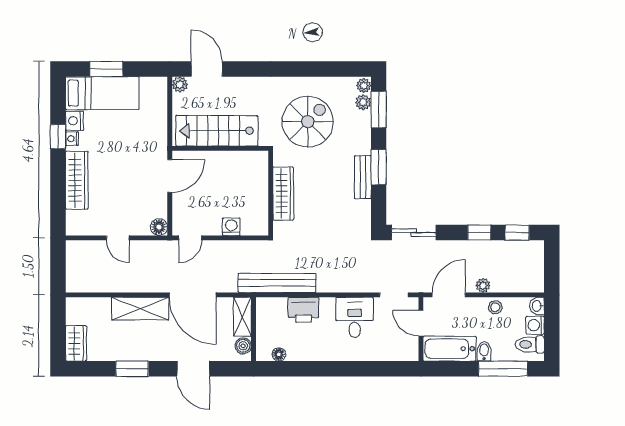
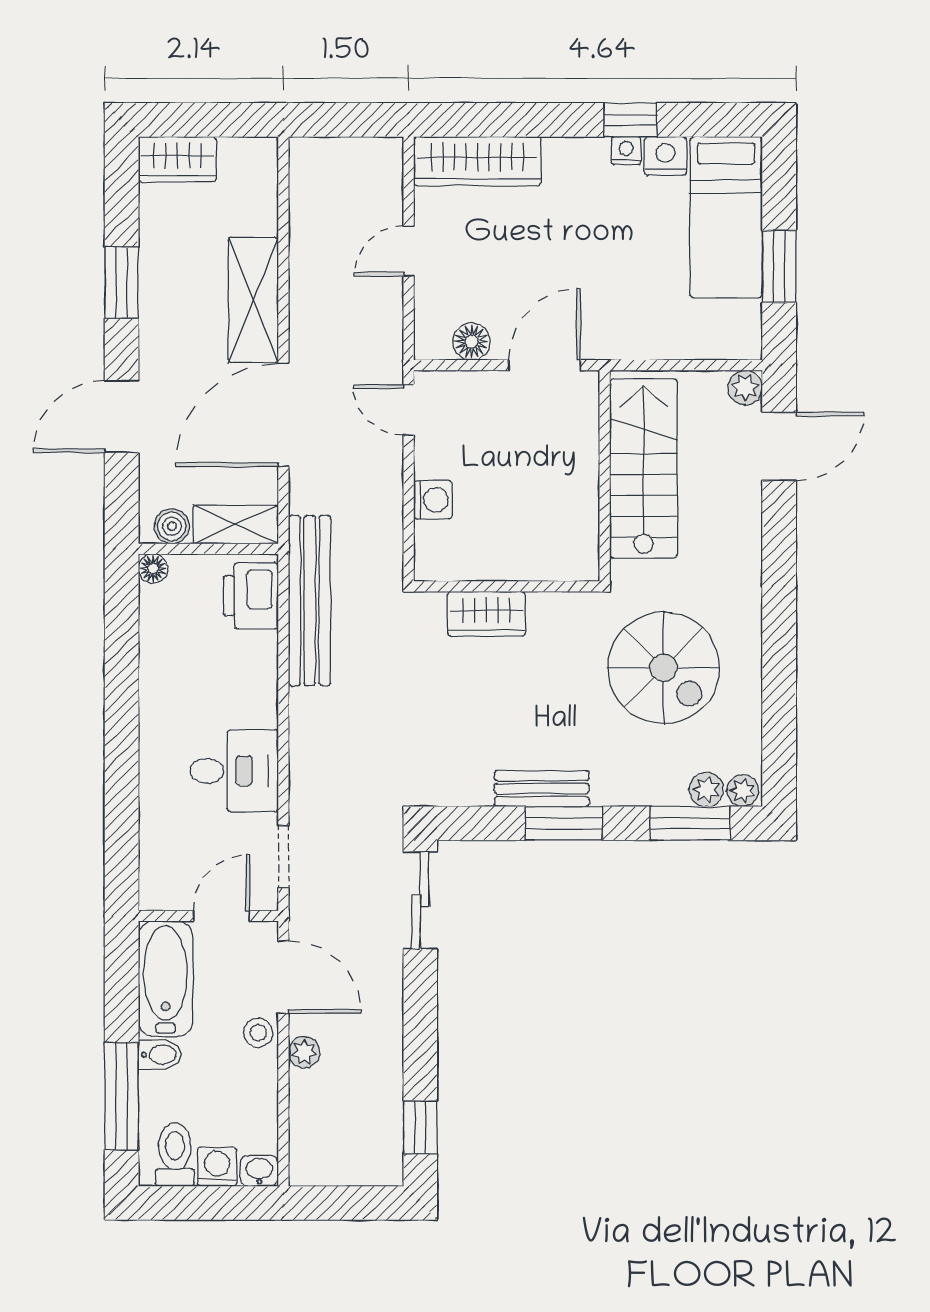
window: (106, 69) -> (779, 266), moved
door: (170, 176) -> (545, 365), swing flipped
wardrobe: (77, 180) -> (477, 161), moved
wardrobe: (283, 194) -> (486, 614), width x0.67
floor lamp: (159, 227) -> (472, 342), moved
window: (479, 233) -> (420, 1044), removed
stool: (495, 307) -> (258, 1033), moved
printer: (303, 310) -> (251, 596), moved
floor lamp: (279, 354) -> (153, 569), moved

